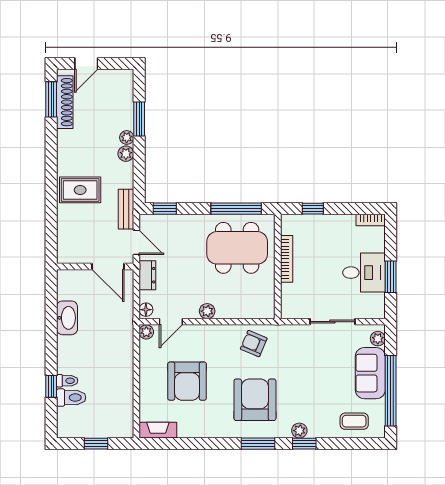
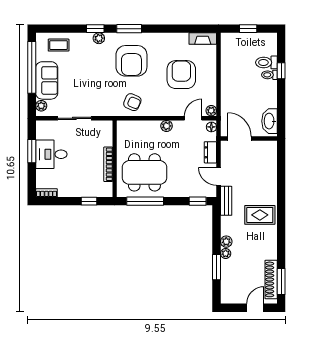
wall: (95, 266) -> (249, 138), moved
door: (108, 266) -> (239, 138), moved

